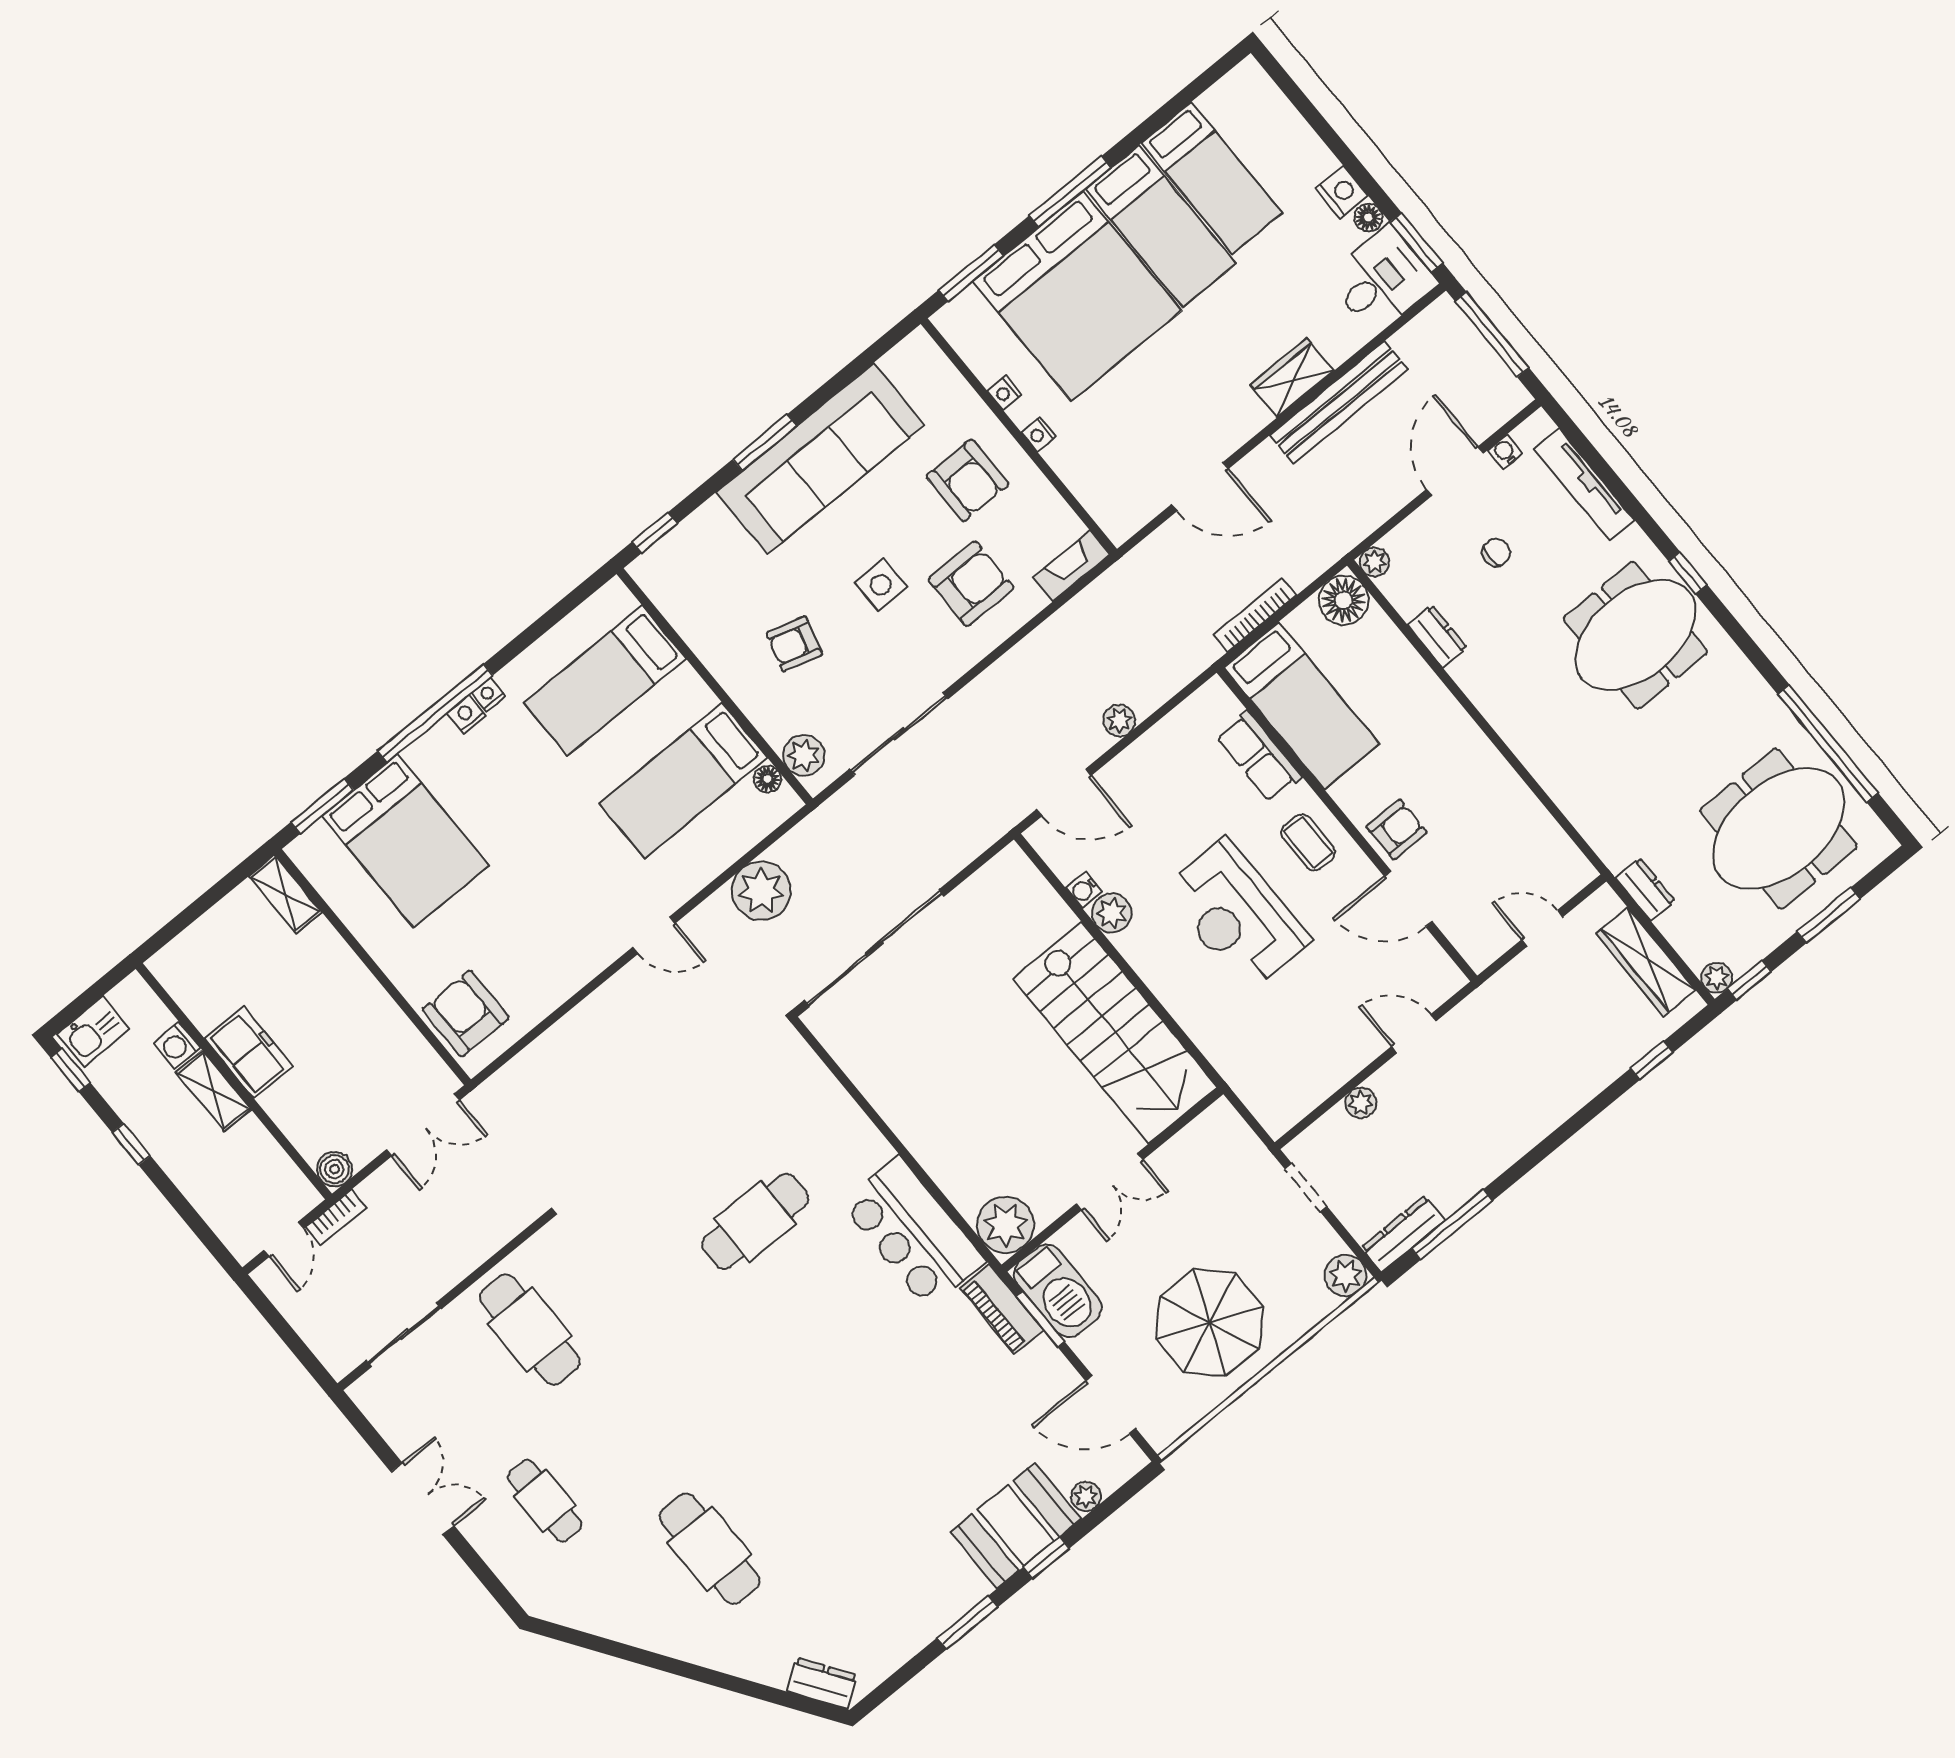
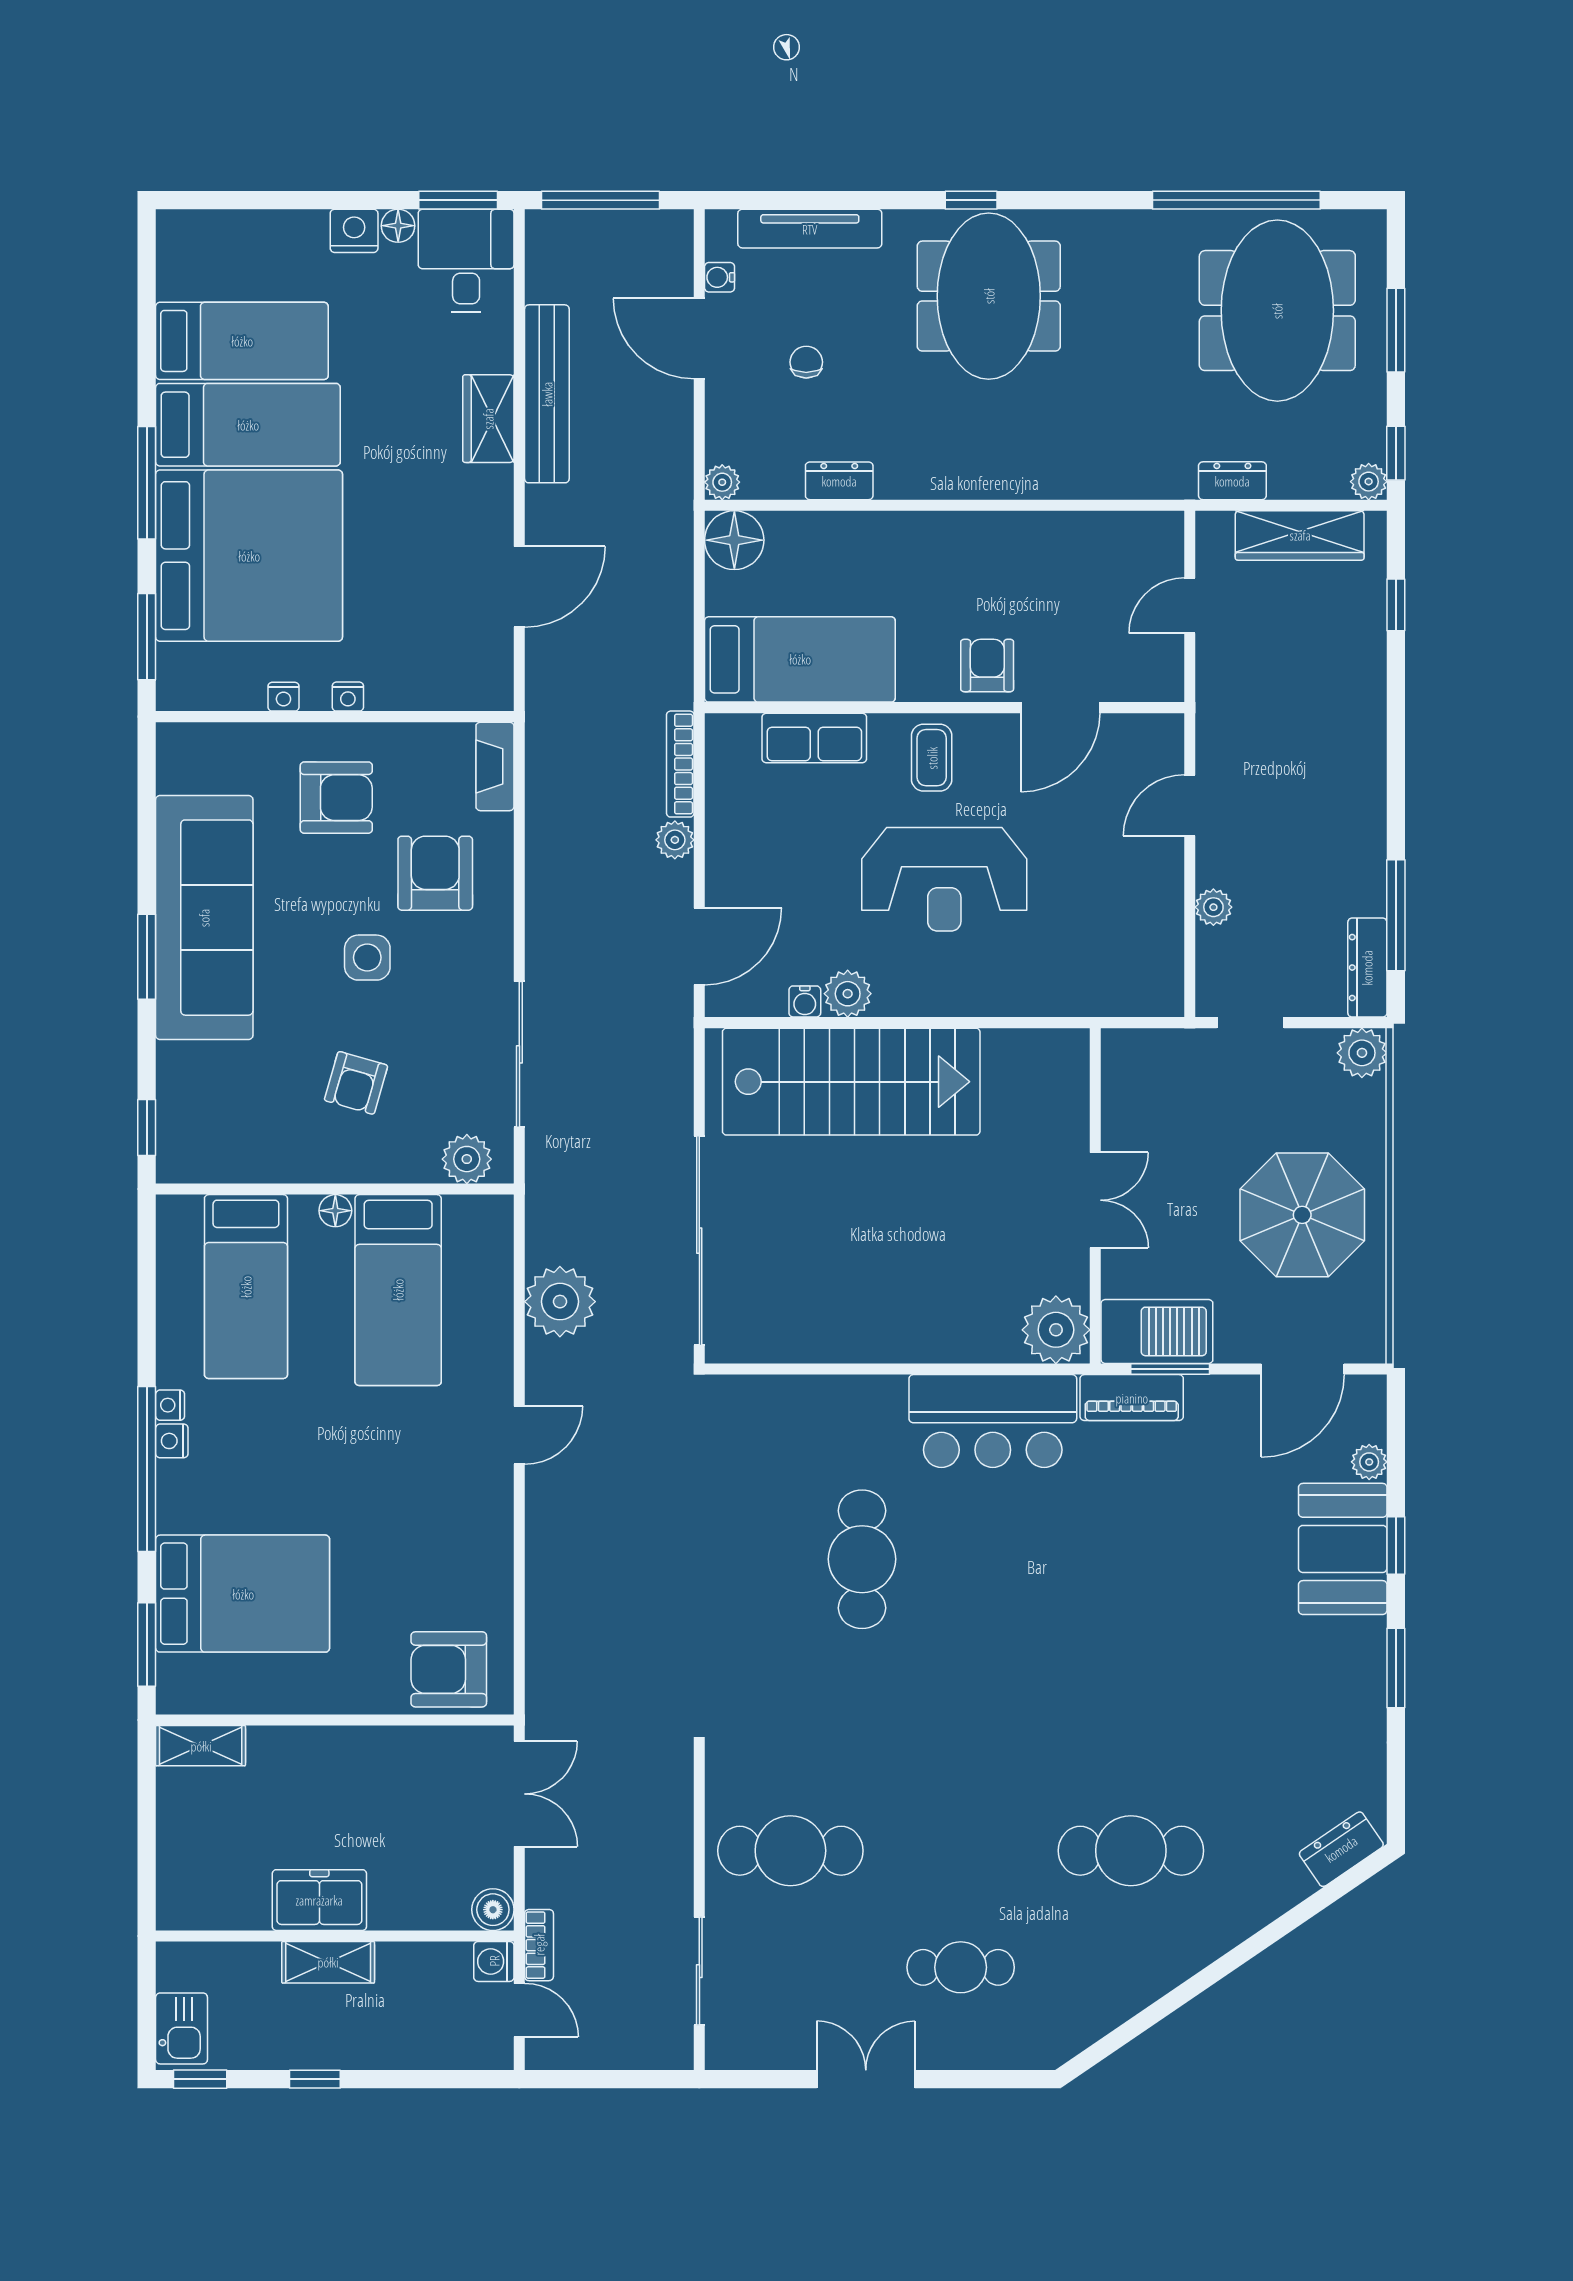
bookcase: (1255, 615) -> (680, 764), moved
floor lamp: (767, 779) -> (335, 1211), moved
coffee table: (1308, 842) -> (932, 758), turned 90
stairs: (1115, 1033) -> (851, 1082), moved
washing machine: (177, 1045) -> (494, 1961), moved, turned 90

